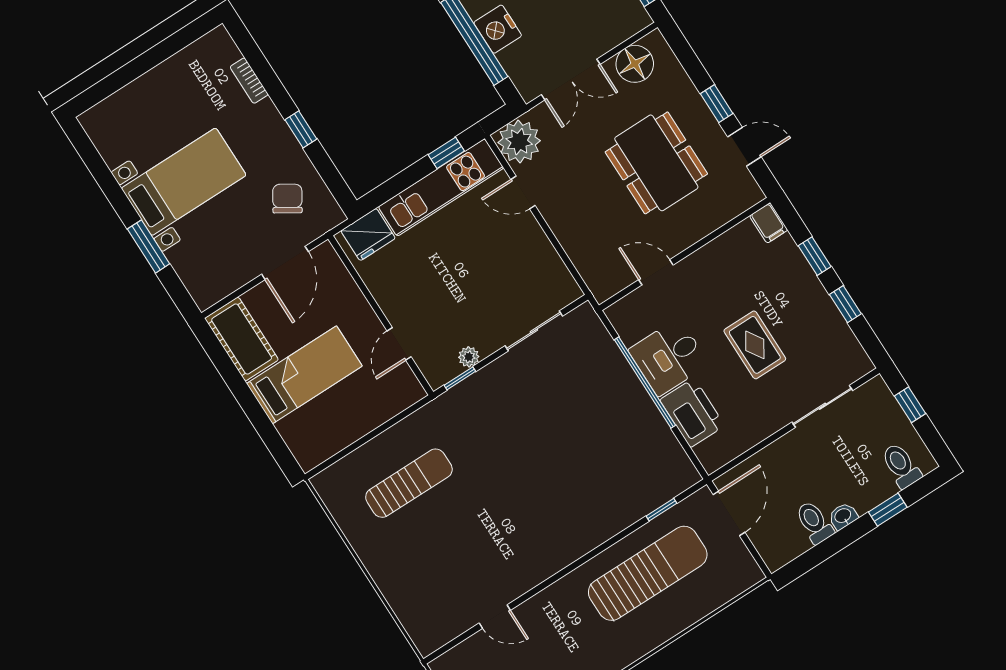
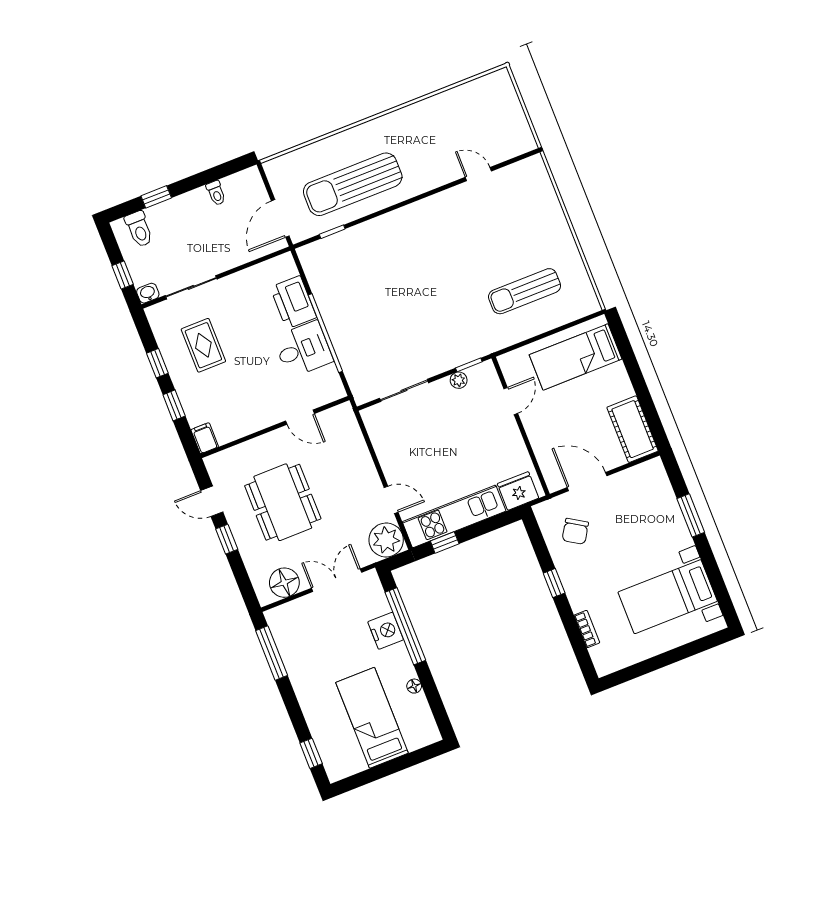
bed with nightstands: (184, 182) -> (668, 597), moved
door: (285, 263) -> (587, 482), hinge flipped
rug: (755, 345) -> (203, 345), moved
bed: (304, 375) -> (576, 357), moved
washbasin: (843, 516) -> (148, 293), moved, turned 180
toilet: (814, 522) -> (216, 193), width x0.73, depth x0.72

